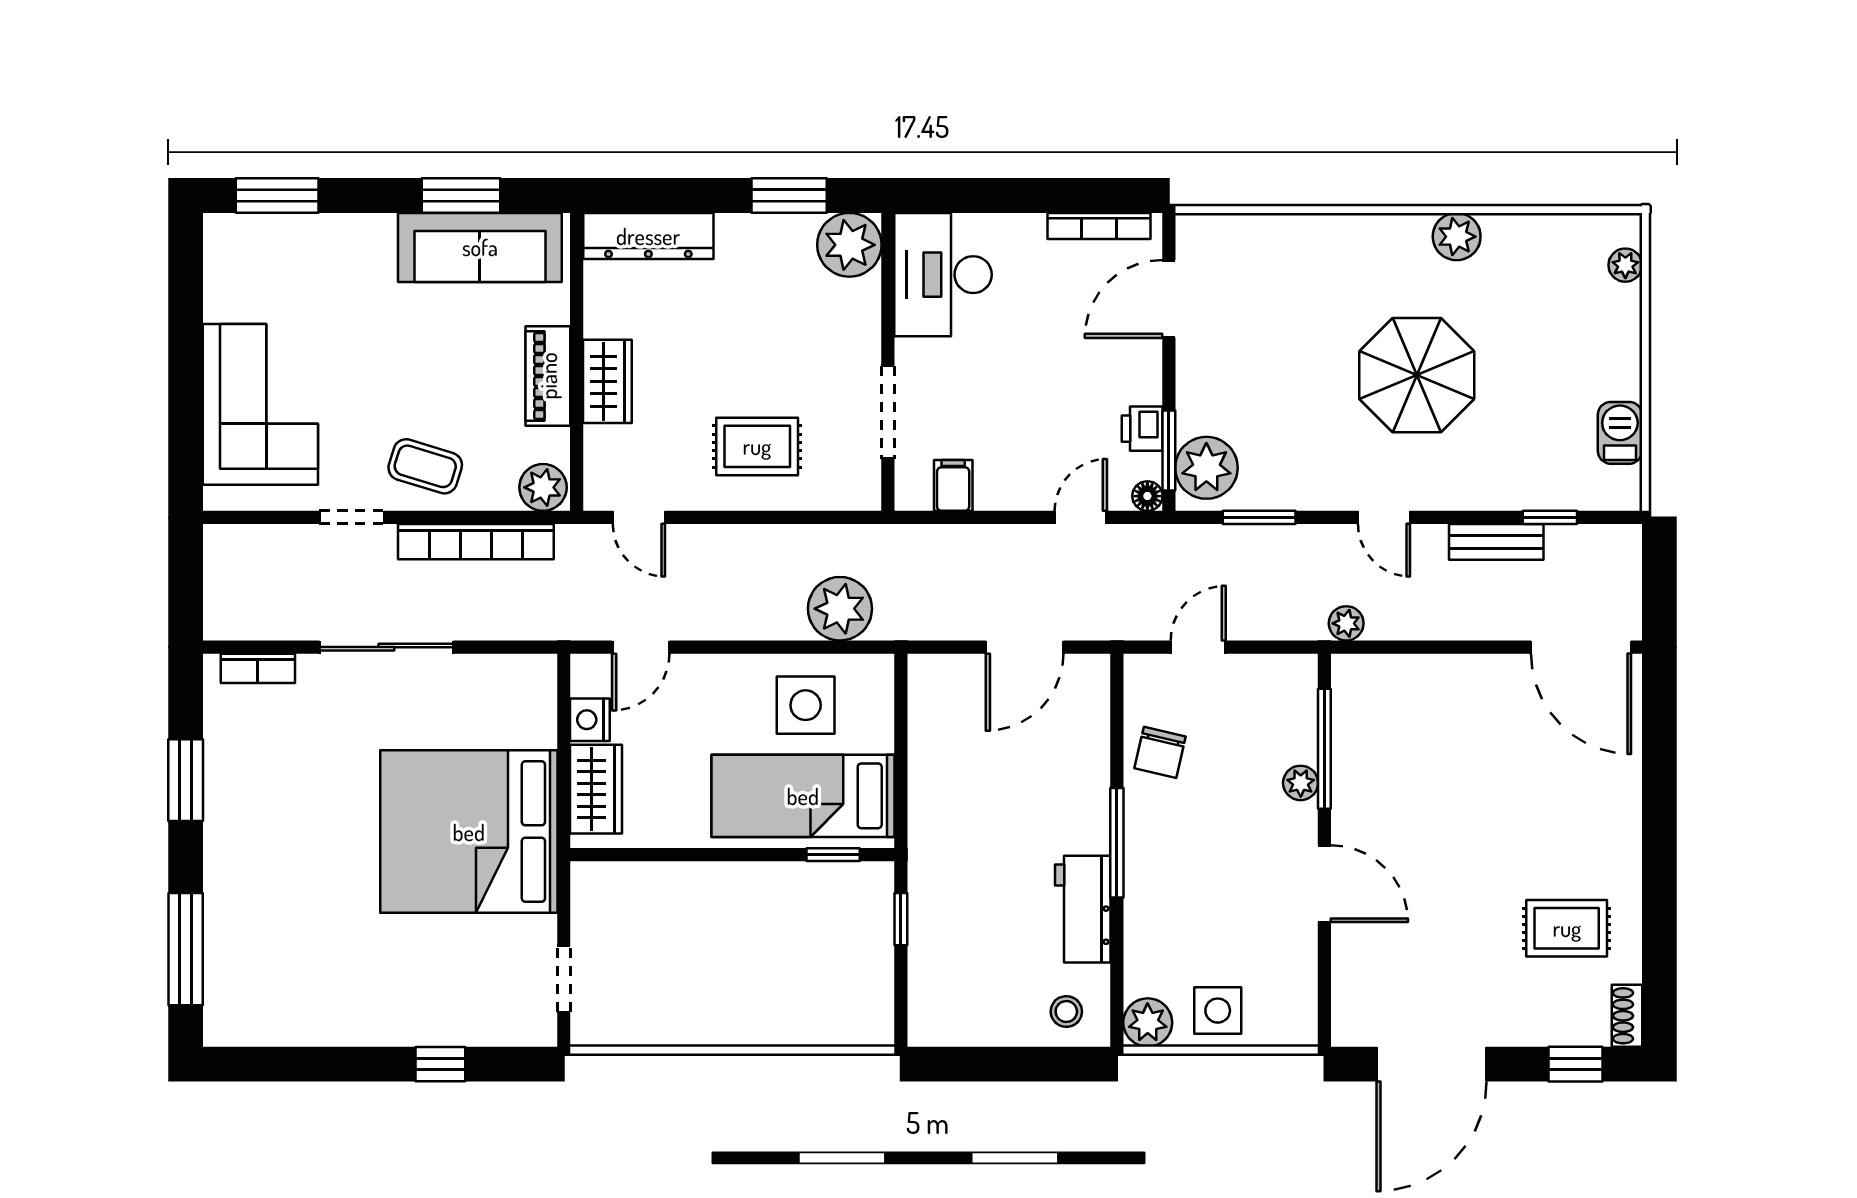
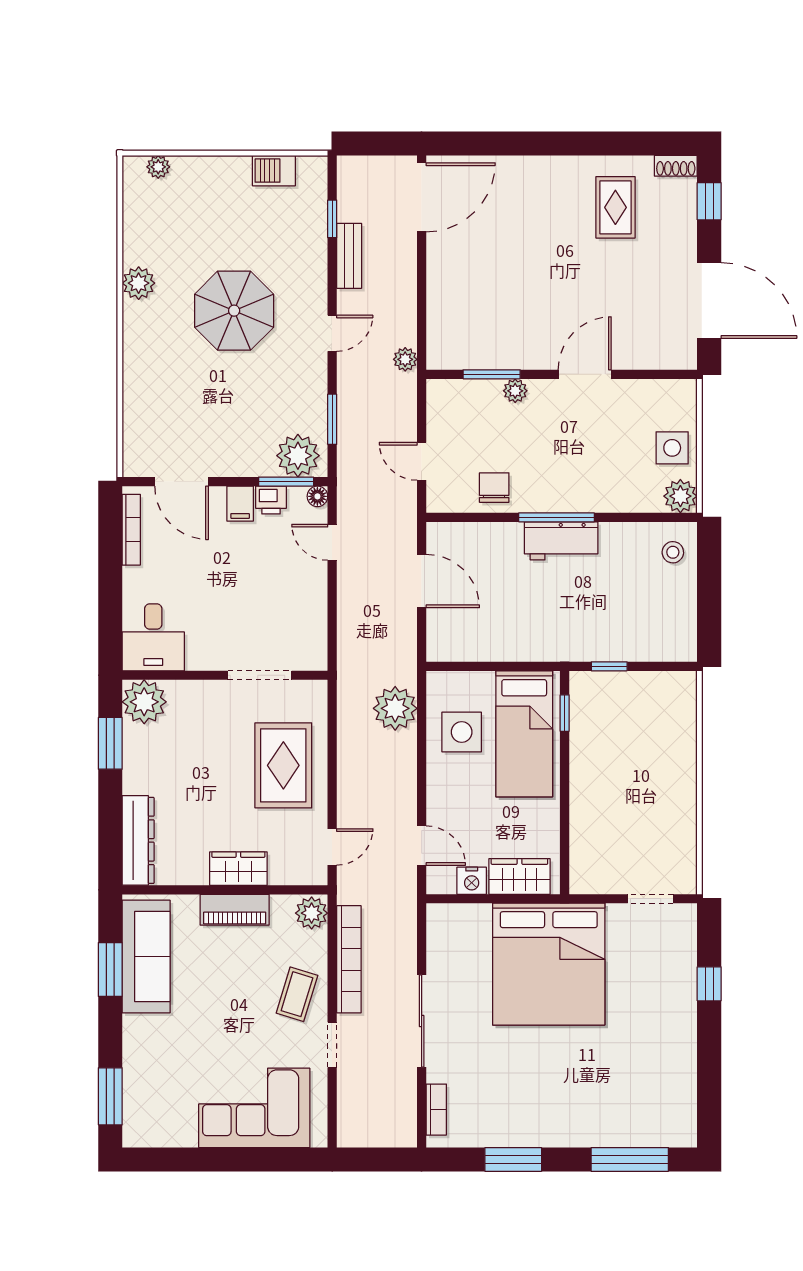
desk: (943, 275) -> (153, 637), width x0.73
rug: (757, 446) -> (283, 765), width x1.36, depth x1.43
filing cabinet: (953, 485) -> (240, 504), moved, turned -90
window: (1324, 749) -> (492, 374), width x0.69
chair: (1160, 752) -> (494, 488), turned -103
workbench: (1083, 909) -> (561, 541), moved

